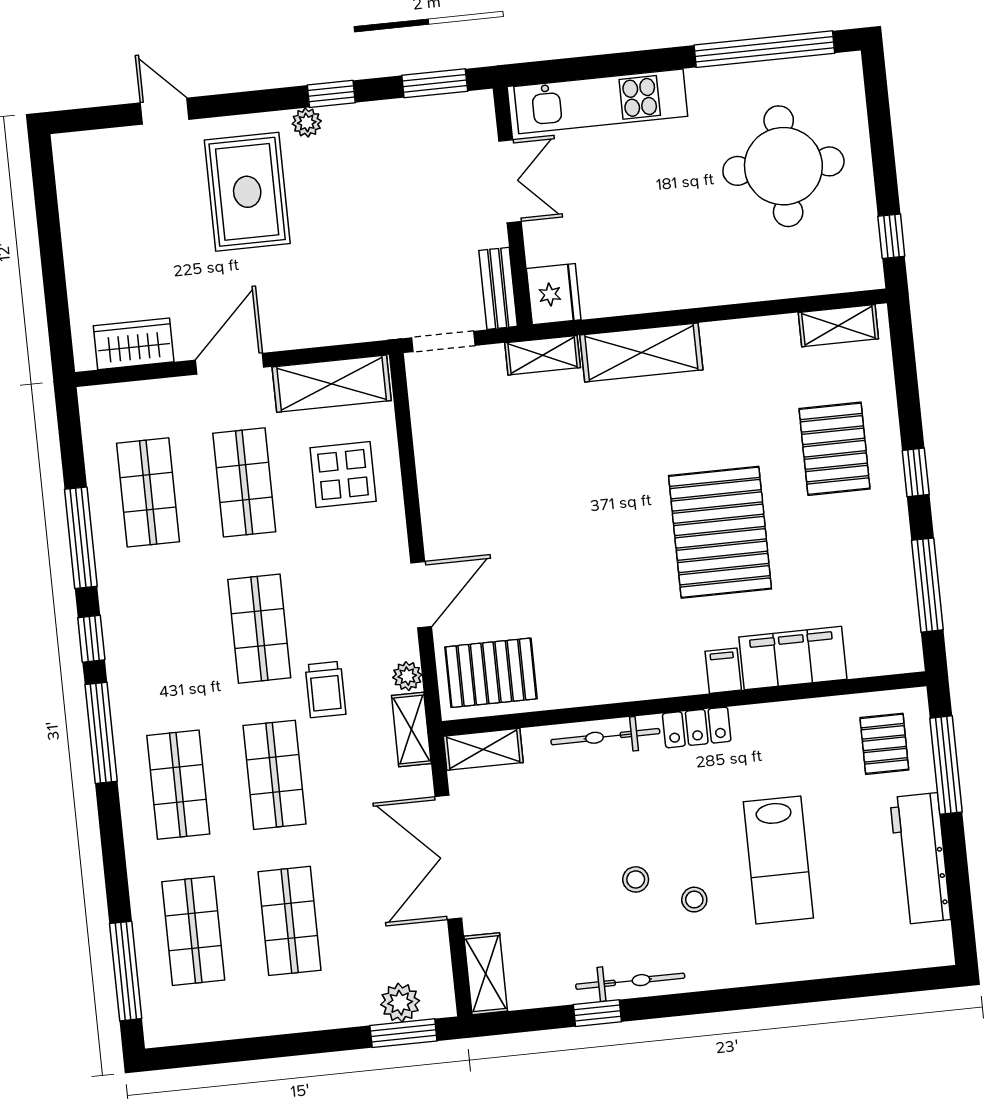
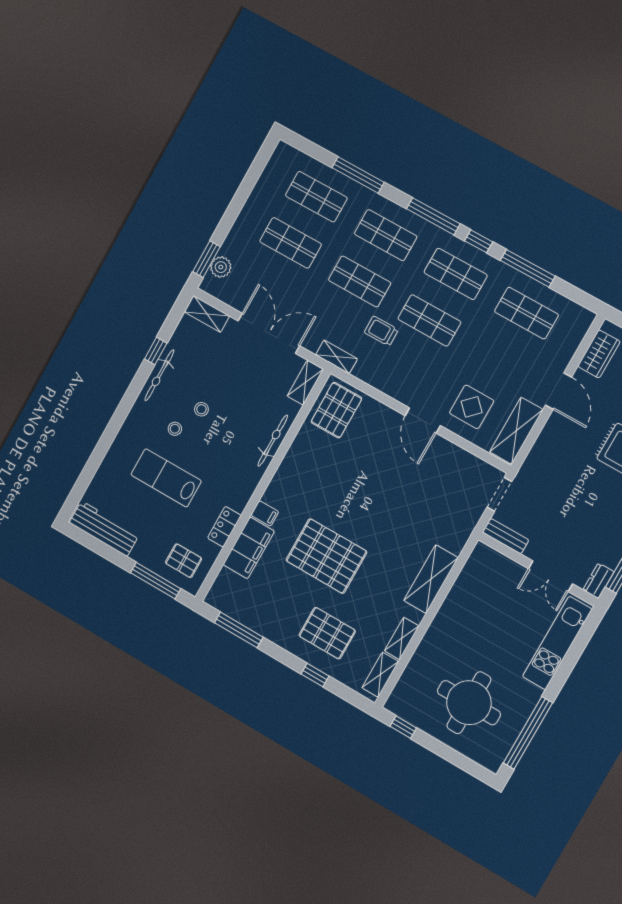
dresser: (466, 107) -> (598, 581), added
fridge: (554, 294) -> (485, 559), removed
shelving: (543, 355) -> (402, 638), moved
window: (916, 472) -> (315, 675), moved
shop shelf: (244, 482) -> (456, 274), moved
door: (421, 595) -> (423, 421), moved
plant: (407, 676) -> (361, 372), removed
locker: (697, 727) -> (224, 527), moved
workbench: (920, 859) -> (104, 529), moved
window: (126, 971) -> (358, 175), moved

